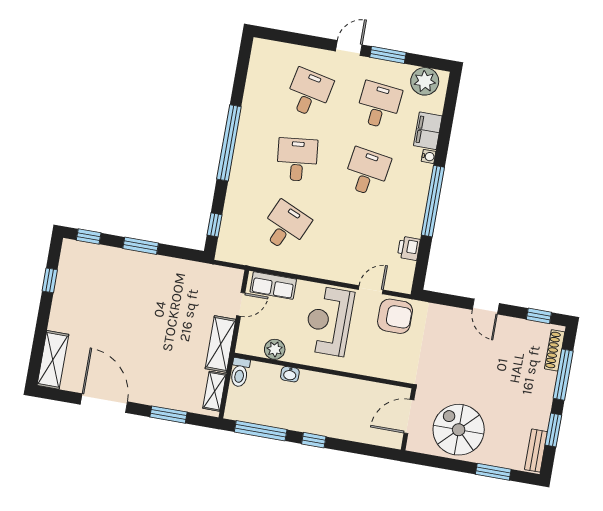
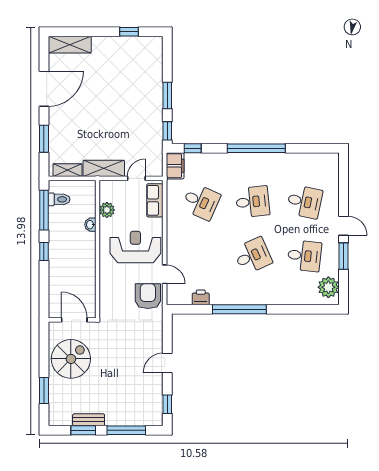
filing cabinet: (428, 131) -> (175, 166), moved, turned 90
water cooler: (429, 156) -> (272, 300), removed
desk: (367, 172) -> (253, 256), turned -33
window: (89, 237) -> (167, 131), moved
door: (241, 304) -> (136, 178), swing flipped
armchair: (395, 316) -> (148, 296), turned 180
shoe rack: (555, 350) -> (143, 421), removed
toilet: (240, 372) -> (59, 199), moved, turned 180
bench: (536, 451) -> (89, 420), moved

